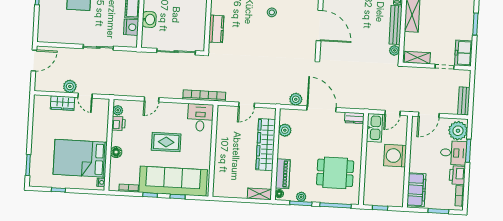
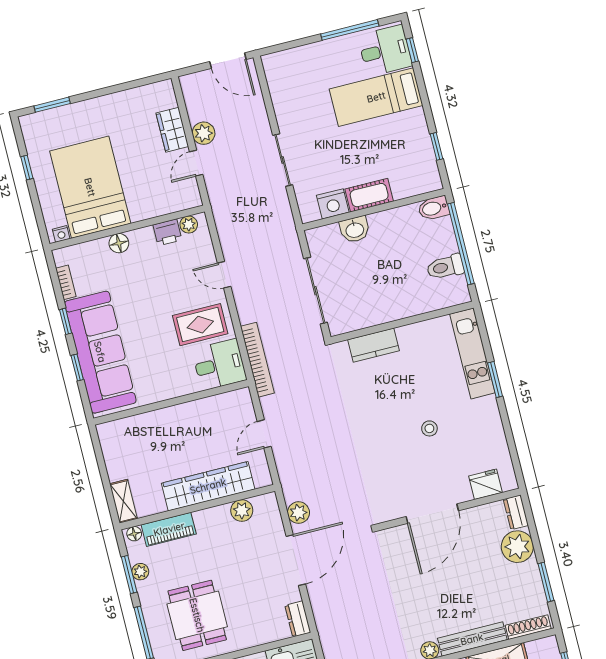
door: (246, 105) -> (264, 434), hinge flipped
rug: (166, 142) -> (200, 325), moved, turned 90

